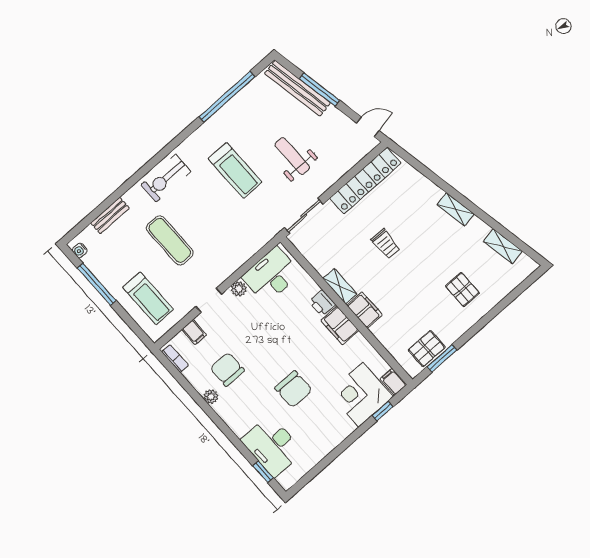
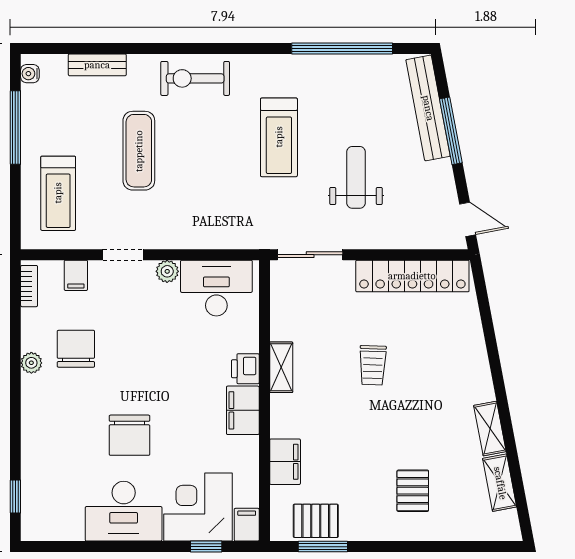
shelving: (455, 209) -> (490, 429), moved
filing cabinet: (365, 310) -> (285, 462), moved
desk: (272, 446) -> (124, 511), moved, turned -90

